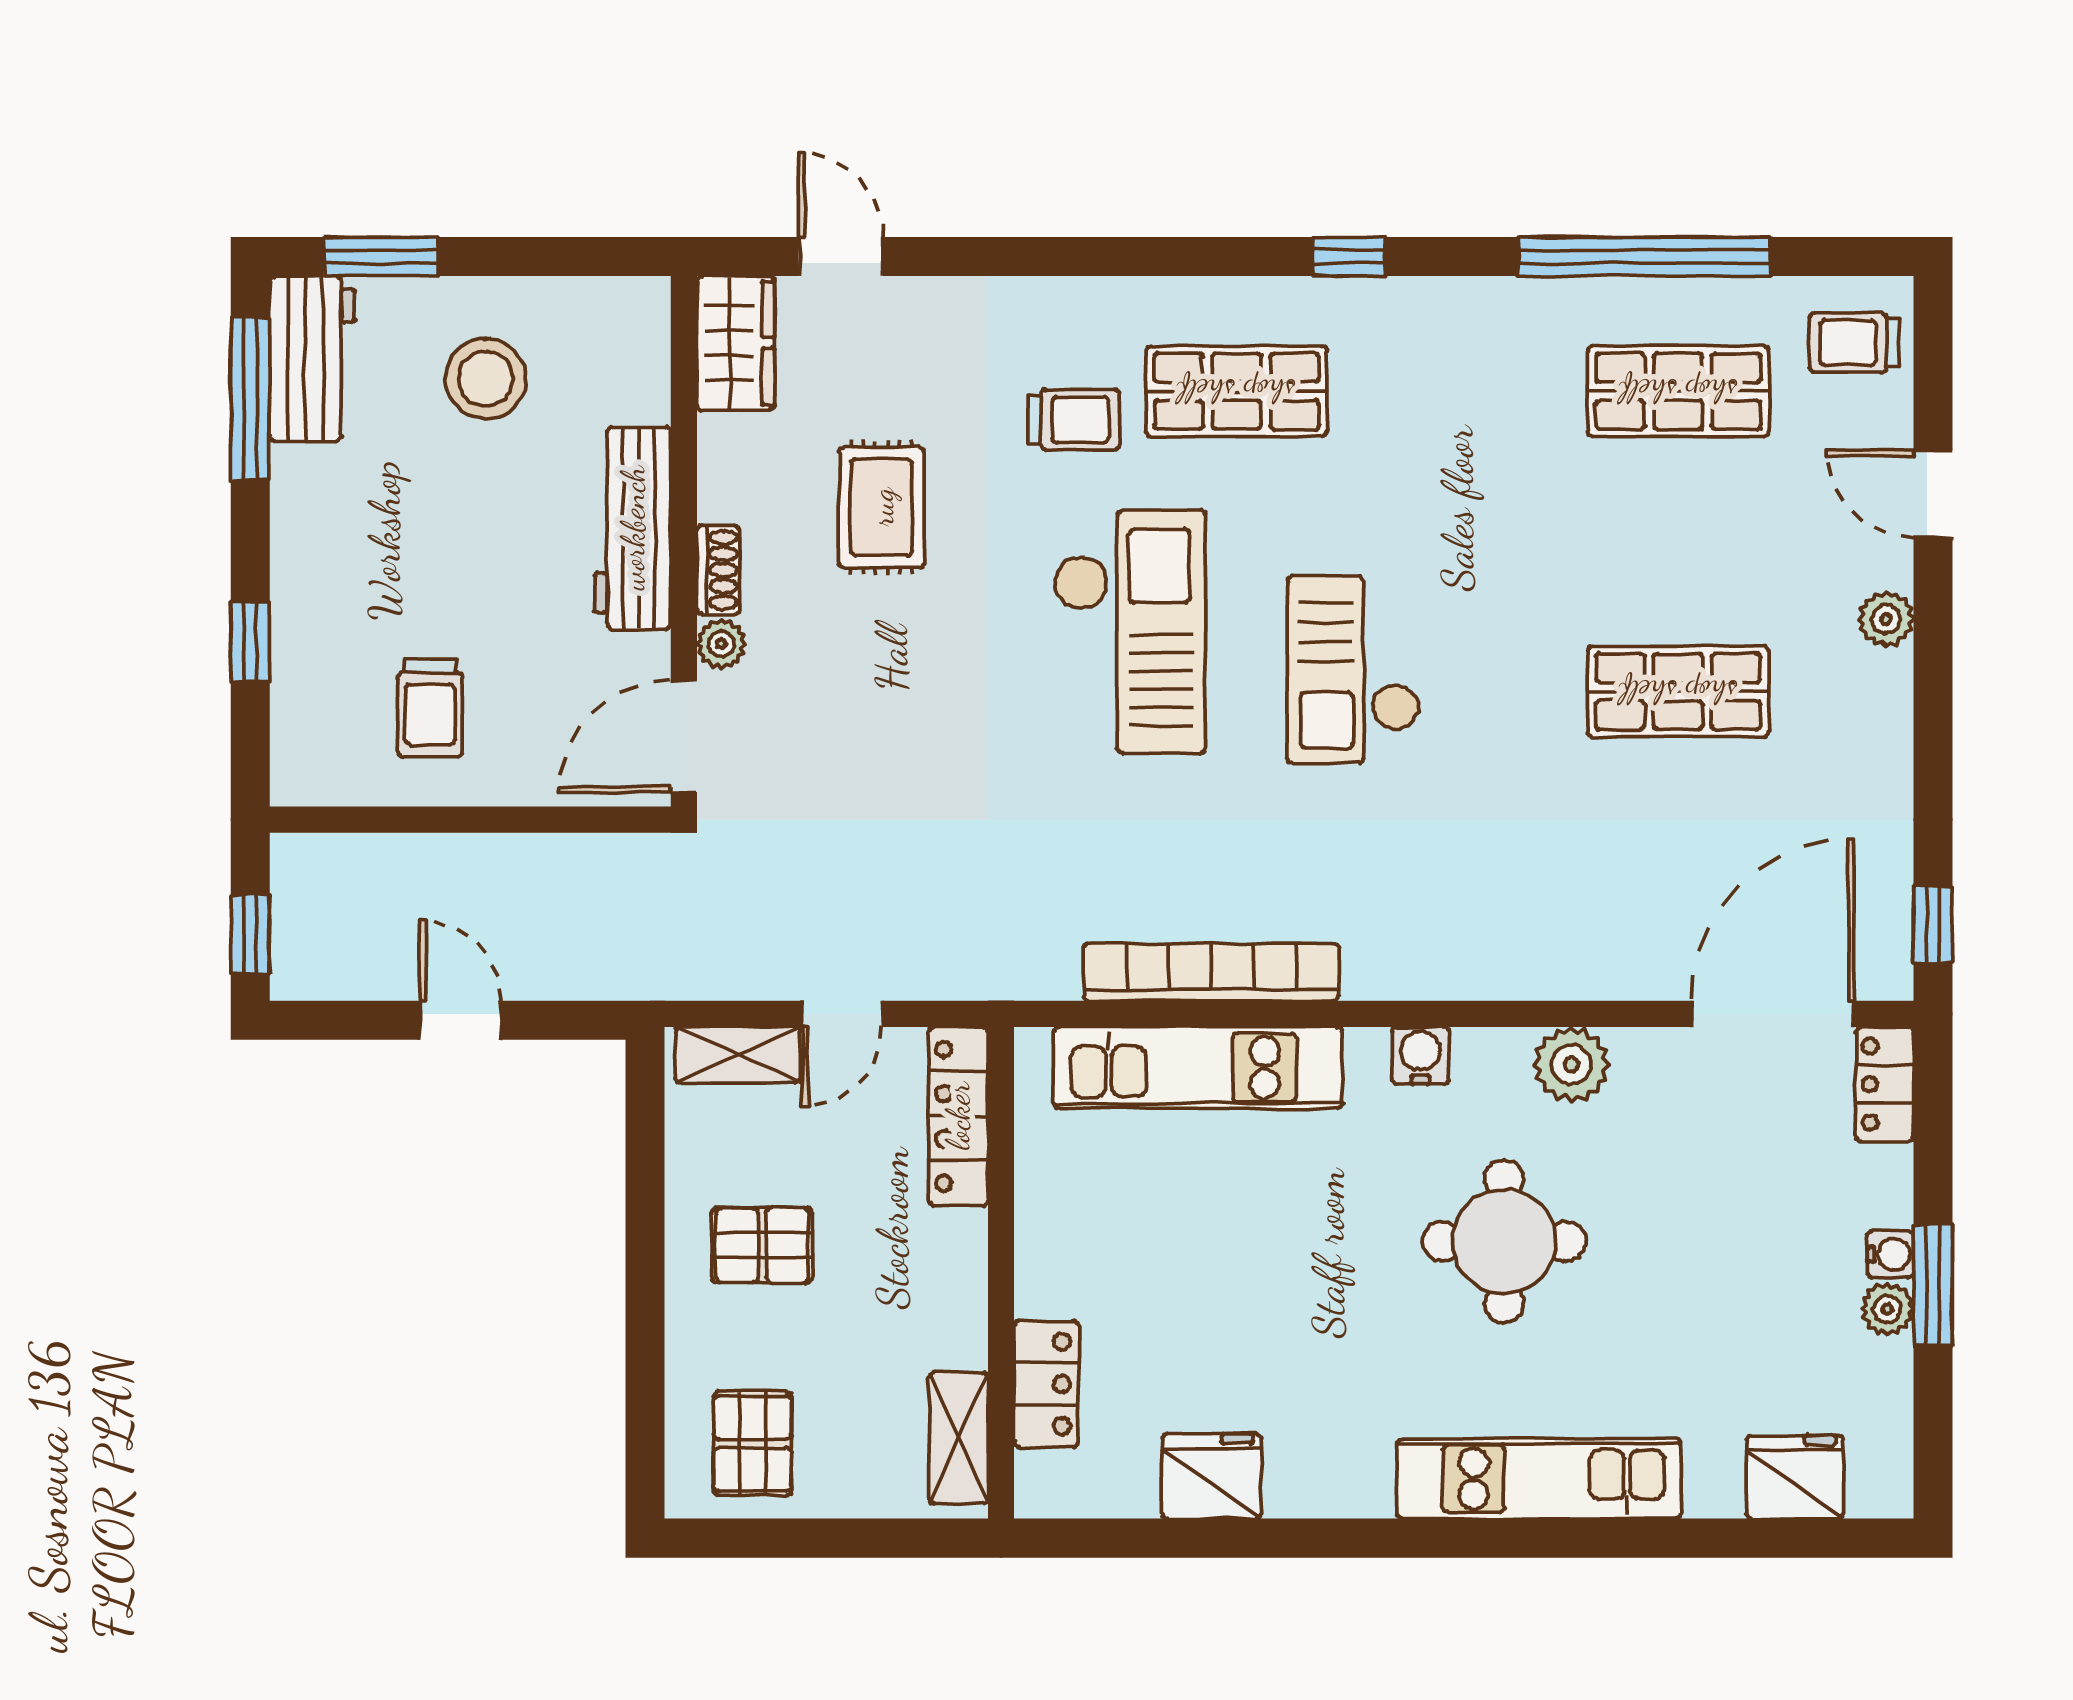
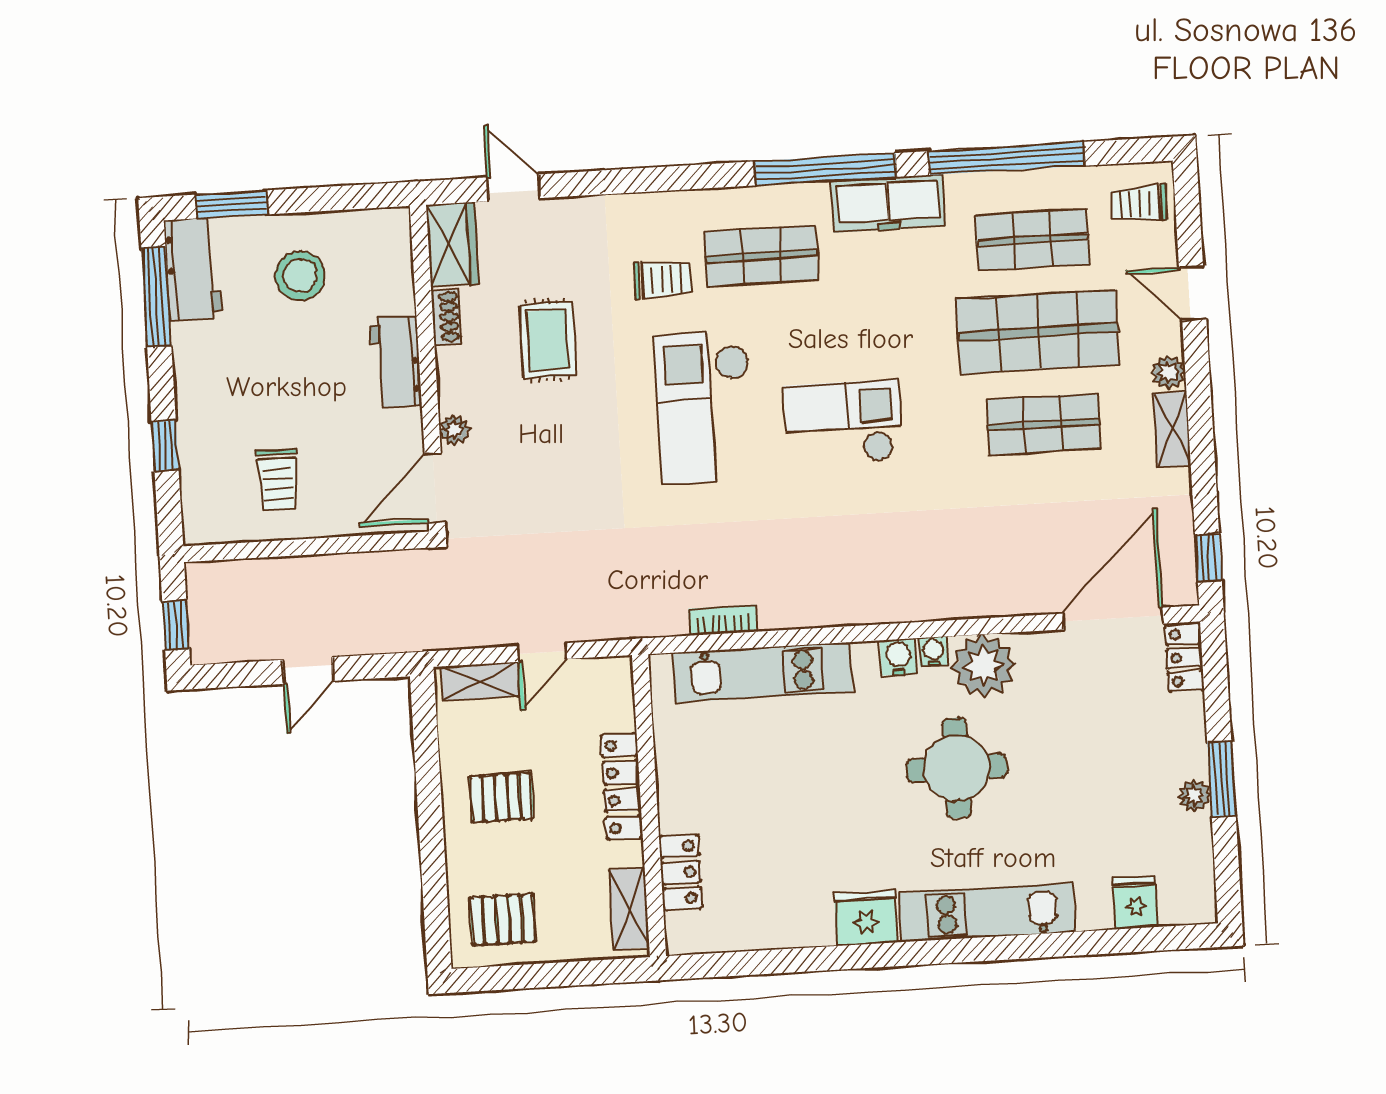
window: (1349, 257) -> (825, 169), width x3.17
freezer: (1447, 318) -> (888, 204), added
workbench: (633, 528) -> (396, 362), width x0.73
shop shelf: (1678, 541) -> (1038, 332), added
shoe rack: (718, 570) -> (446, 317), moved
checkout: (1129, 632) -> (704, 407), turned 180
checkout: (1353, 670) -> (843, 423), turned 90
shelving: (1886, 712) -> (1172, 429), added
bookcase: (1211, 972) -> (723, 620), width x0.43, depth x0.76
door: (460, 1020) -> (308, 670), swing flipped
plant: (1571, 1065) -> (983, 666), width x1.36, depth x1.36
locker: (958, 1116) -> (622, 786), moved
water cooler: (1890, 1254) -> (933, 652), moved, turned -90
pallet: (753, 1444) -> (503, 920), turned 90
fridge: (1212, 1476) -> (866, 918), moved
fridge: (1795, 1477) -> (1136, 902), width x0.72

